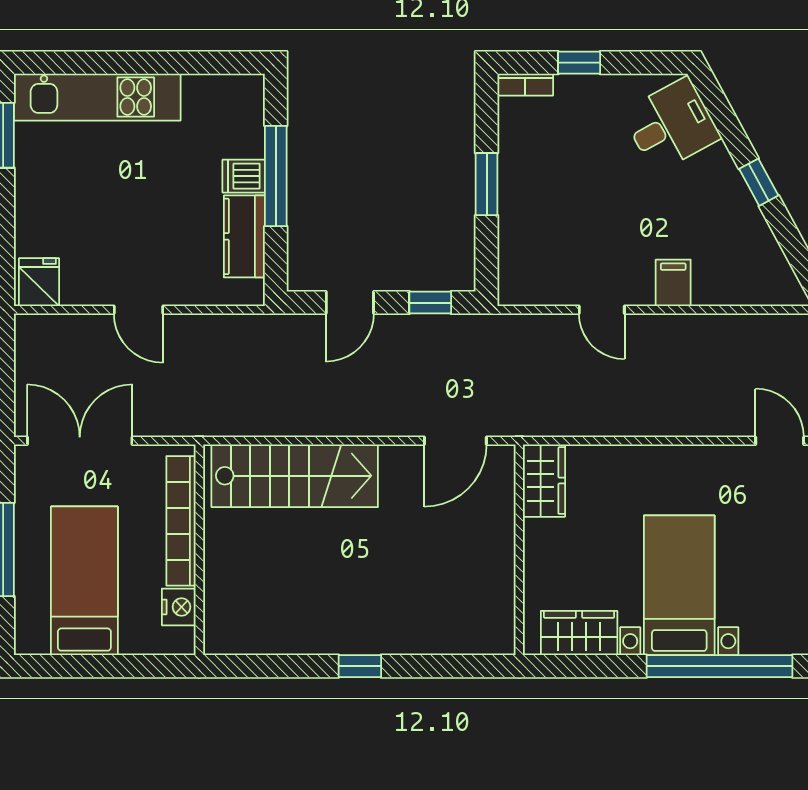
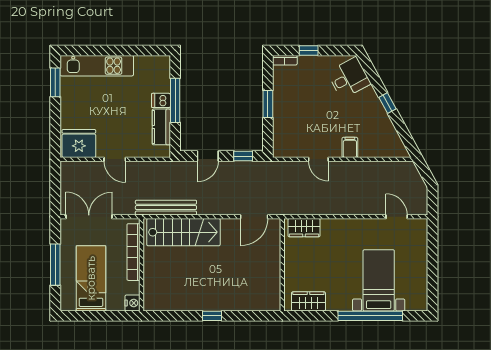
fridge: (39, 282) -> (79, 144), width x1.88, depth x1.34
bench: (255, 420) -> (166, 208), added
wardrobe: (544, 481) -> (304, 228), moved, turned 90
bed with nightstands: (679, 585) -> (379, 280), moved
nightstand: (179, 607) -> (132, 303), moved

